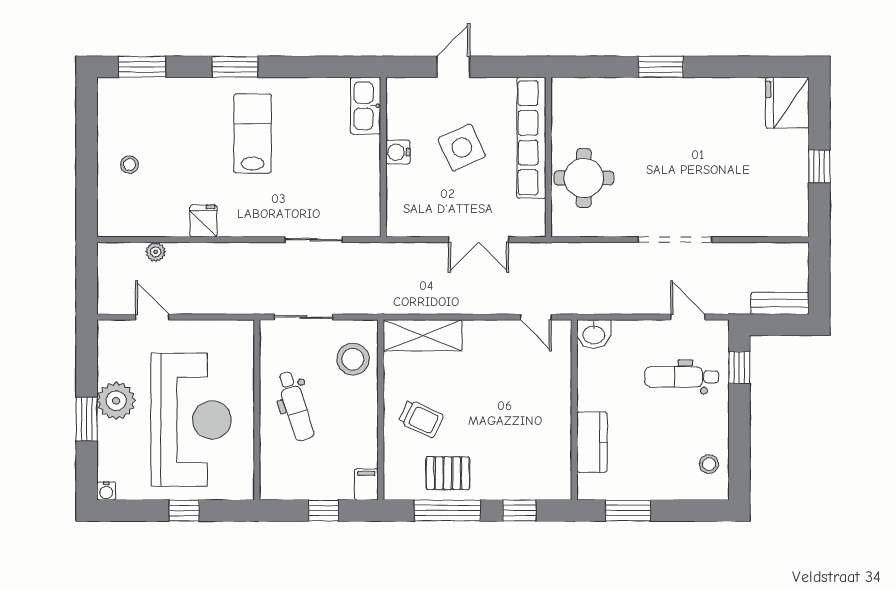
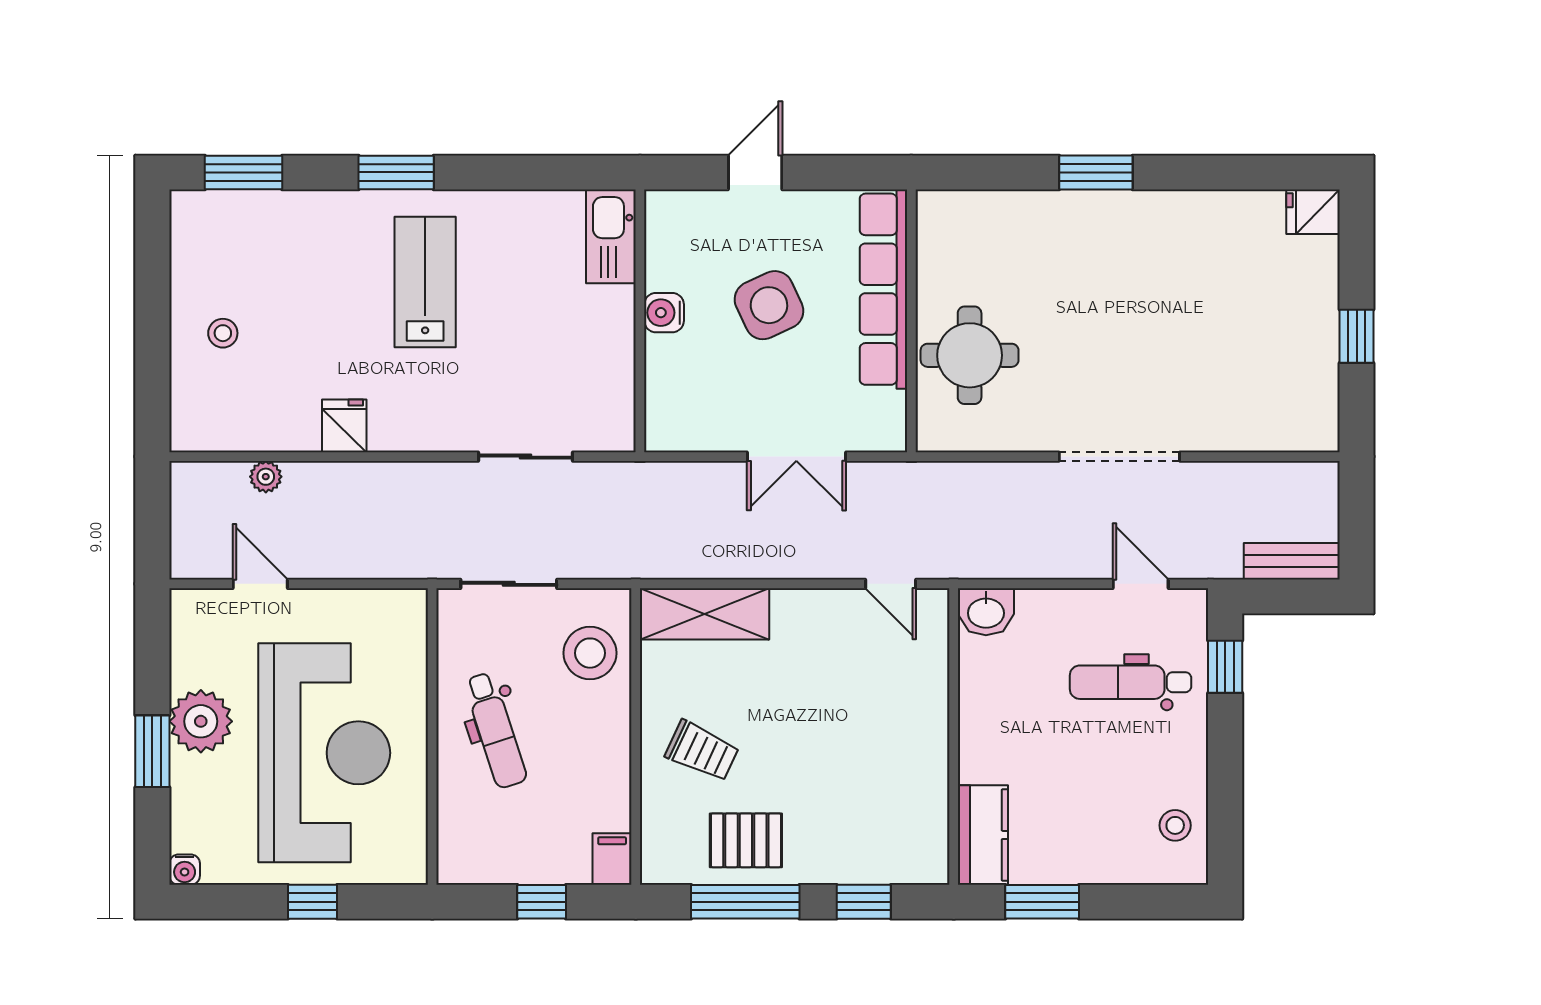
fridge: (787, 103) -> (1313, 212), width x0.53, depth x0.75
kitchen counter: (592, 442) -> (983, 835), moved

